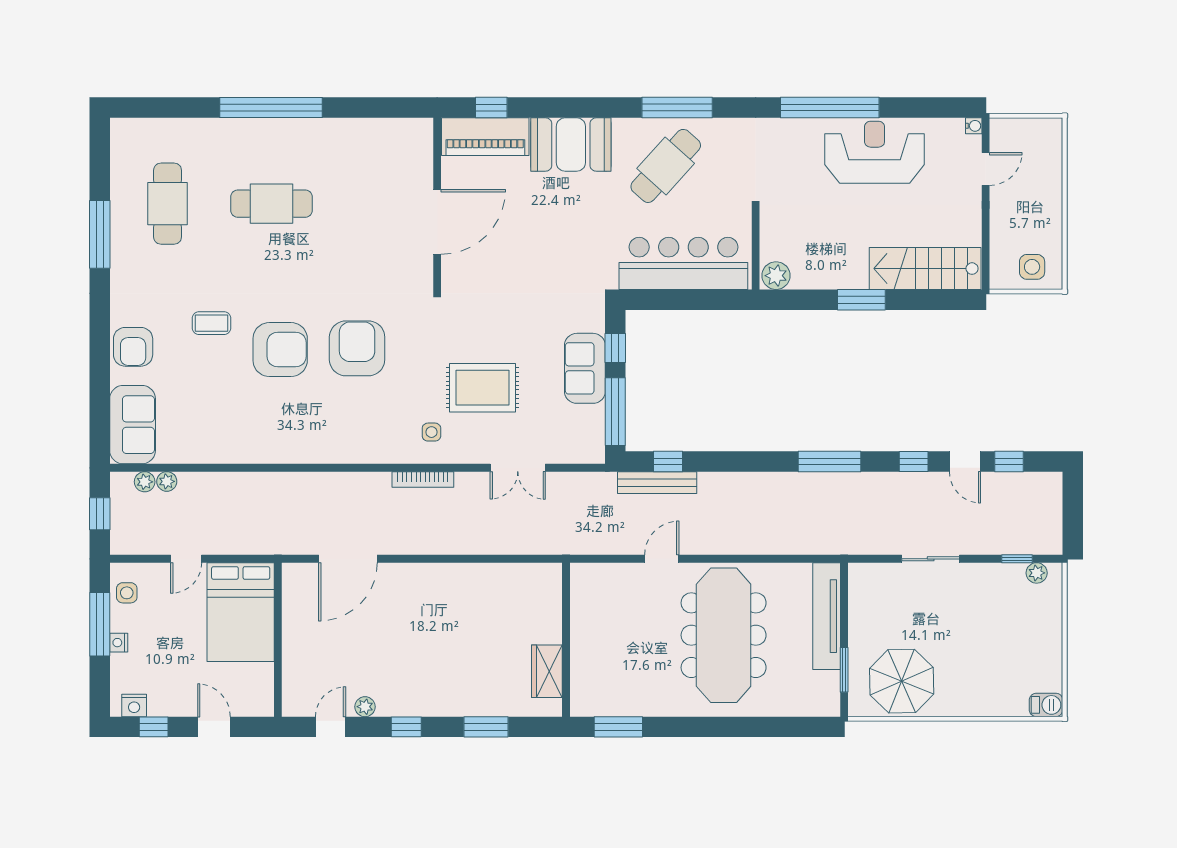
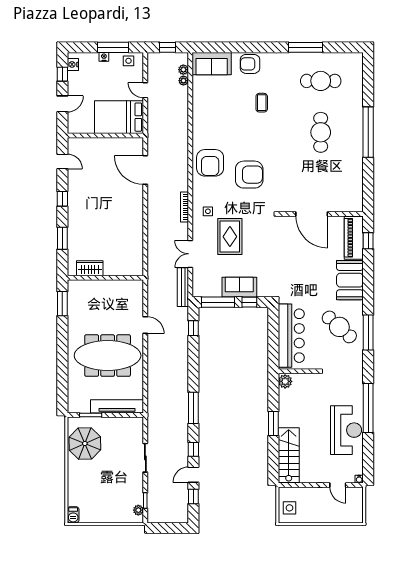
armchair: (280, 350) -> (210, 163), moved
bench: (657, 483) -> (183, 287), moved
plant: (365, 707) -> (72, 178), removed

